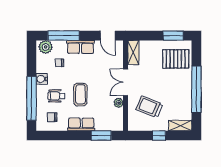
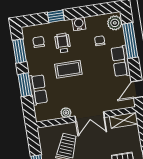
double door: (126, 82) -> (90, 117), swing flipped
window: (32, 98) -> (56, 16), width x0.32
row of seats: (81, 124) -> (38, 90), moved
window: (57, 135) -> (20, 51), added
window: (101, 135) -> (25, 85), moved

